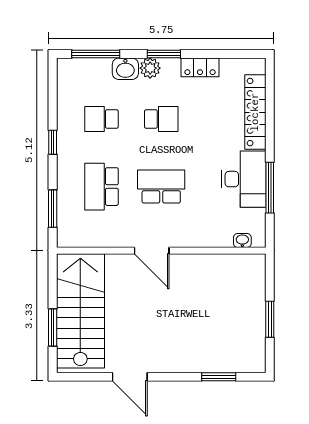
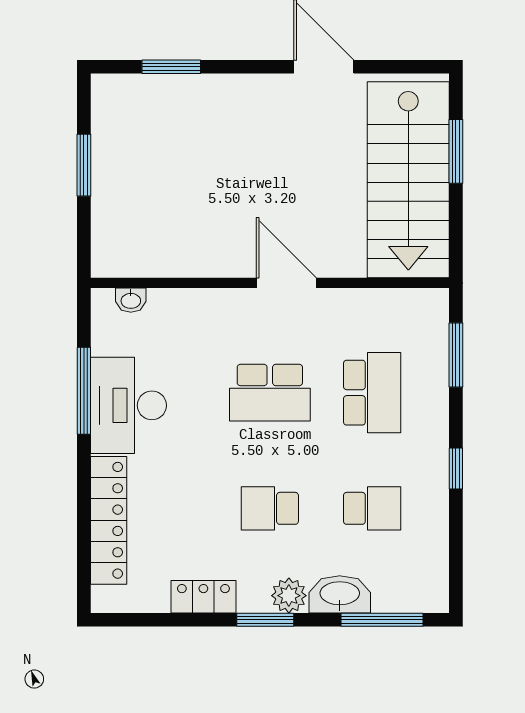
washbasin: (125, 69) -> (340, 594), width x1.38

